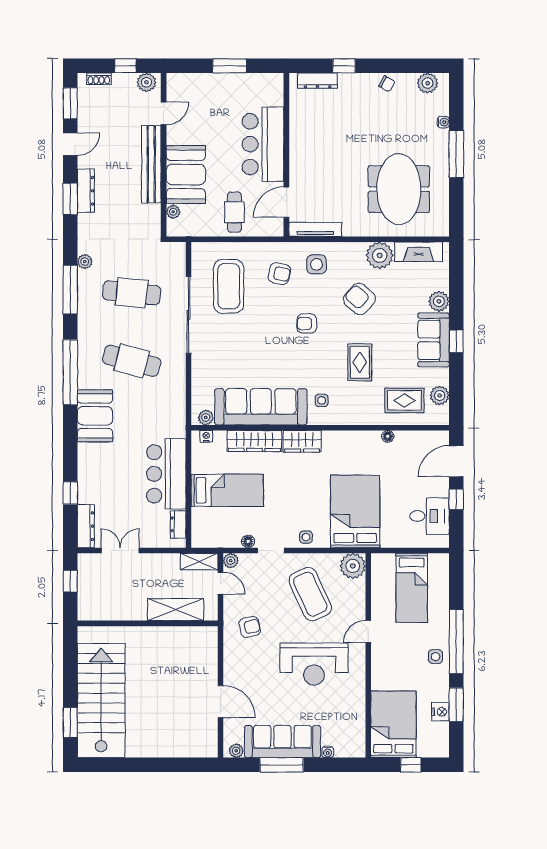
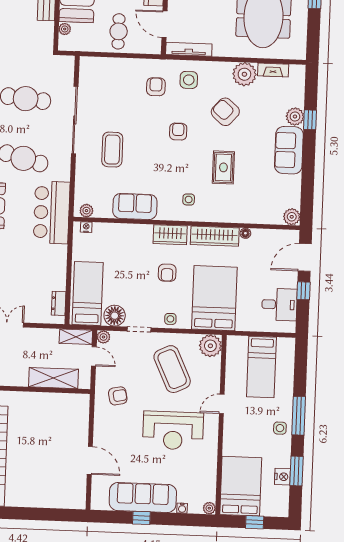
door: (286, 202) -> (164, 24), hinge flipped
fireplace: (418, 252) -> (273, 70), width x0.73, depth x0.76
armchair: (279, 274) -> (156, 87), turned -102
coffee table: (229, 286) -> (112, 150), moved, width x0.73, depth x0.76
armchair: (307, 324) -> (178, 132), turned 90
window: (456, 341) -> (310, 120), moved
plant: (440, 395) -> (292, 217), moved
rug: (404, 400) -> (261, 202), removed
sofa: (261, 407) -> (135, 206), width x0.54, depth x0.79
wardrobe: (254, 441) -> (215, 236), moved
bar counter: (166, 474) -> (52, 212), moved
armchair: (300, 485) -> (167, 273), added
bed: (227, 490) -> (88, 293), moved, turned -90
floor lamp: (248, 541) -> (115, 316), width x1.89, depth x1.89
window: (456, 642) -> (299, 416), width x0.68
plant: (236, 751) -> (209, 508), moved
window: (282, 765) -> (141, 518), width x0.46

